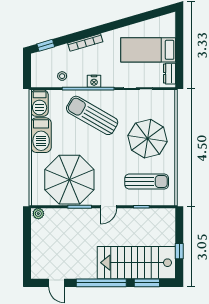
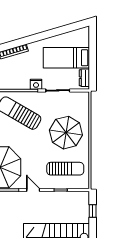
nightstand: (94, 81) -> (36, 84), moved
door: (109, 207) -> (33, 190), swing flipped
window: (179, 251) -> (93, 211), moved

